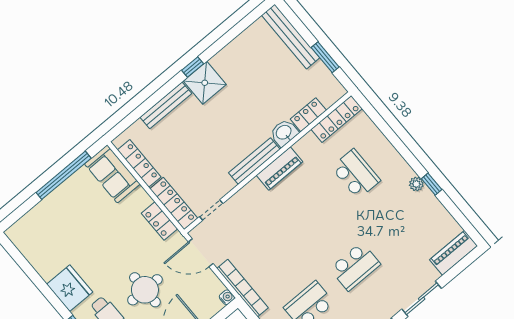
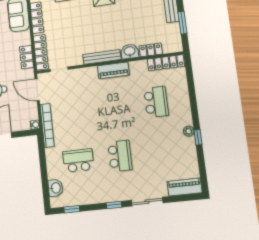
school desk: (355, 266) -> (120, 156), turned -90

